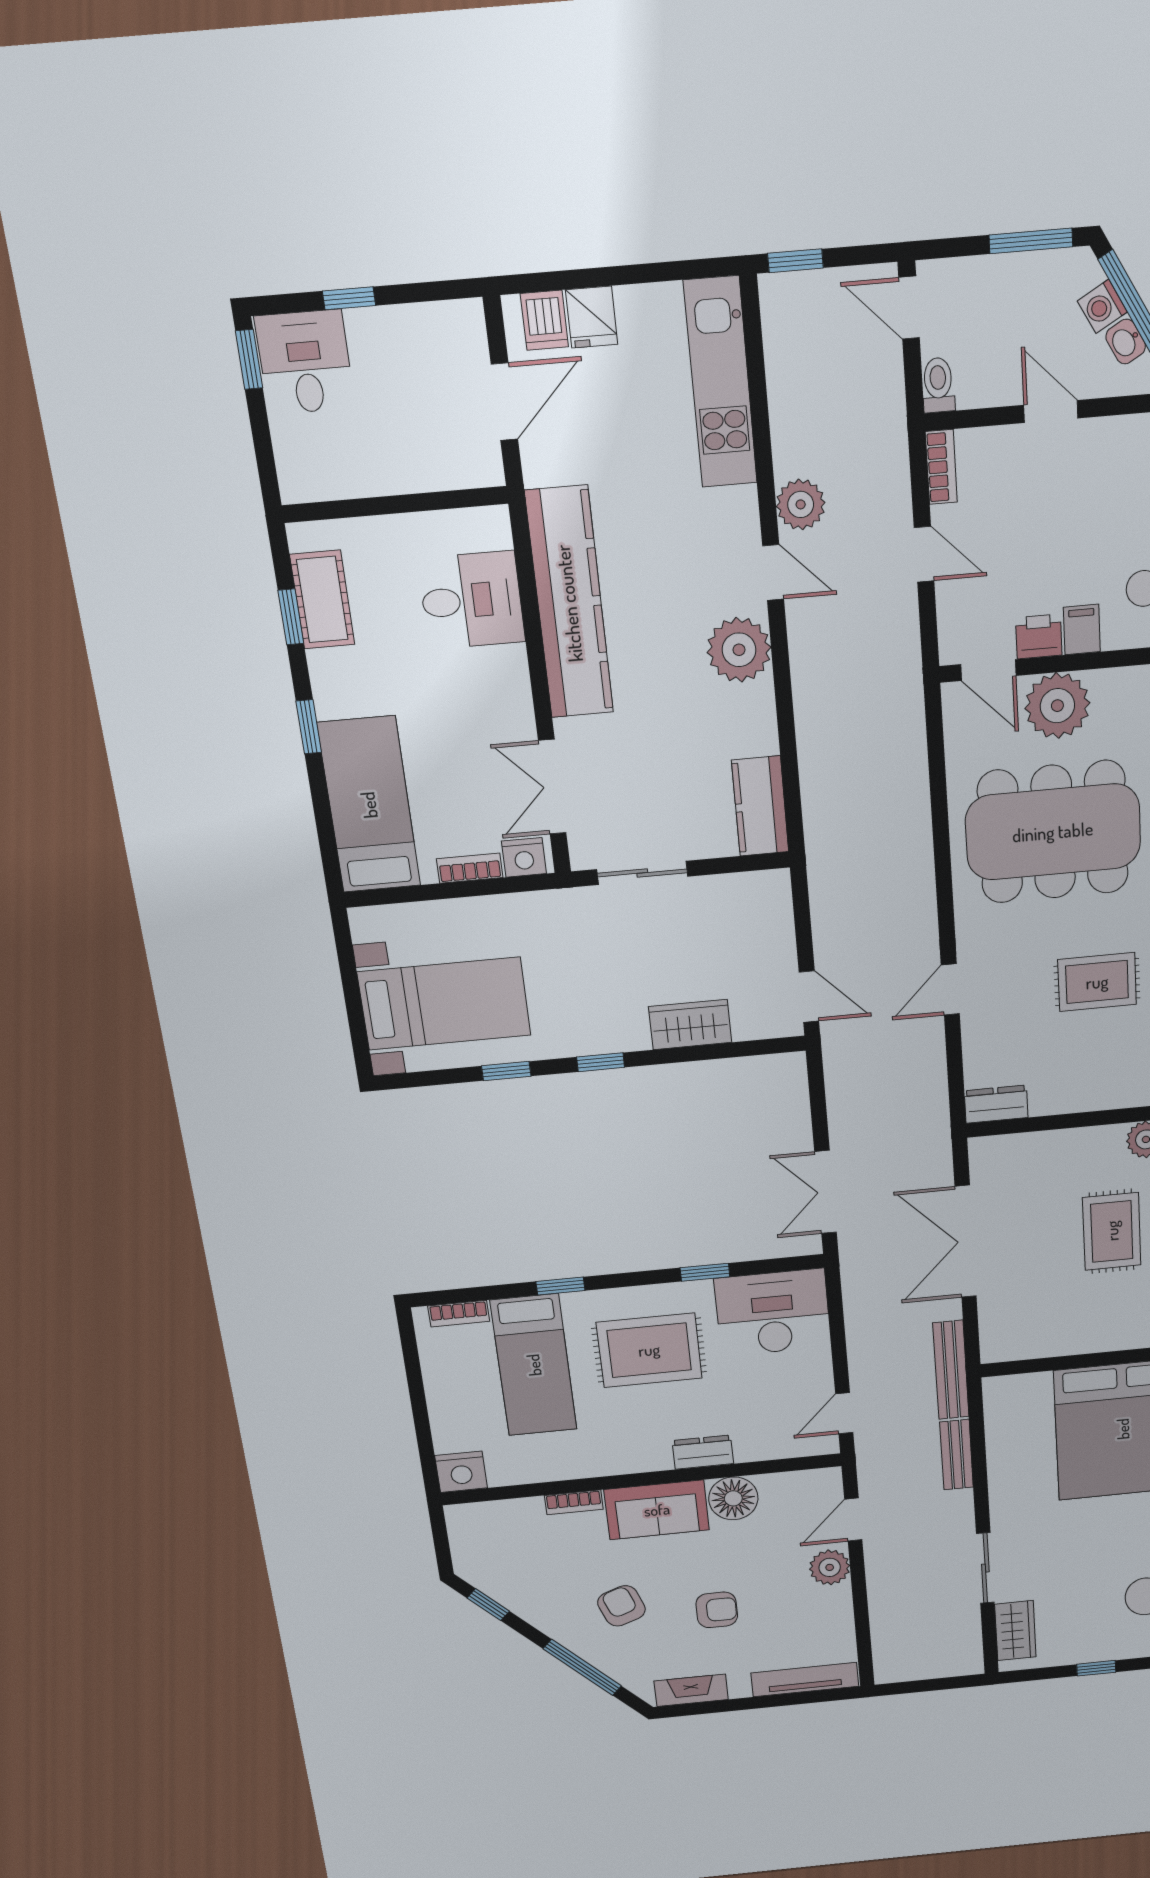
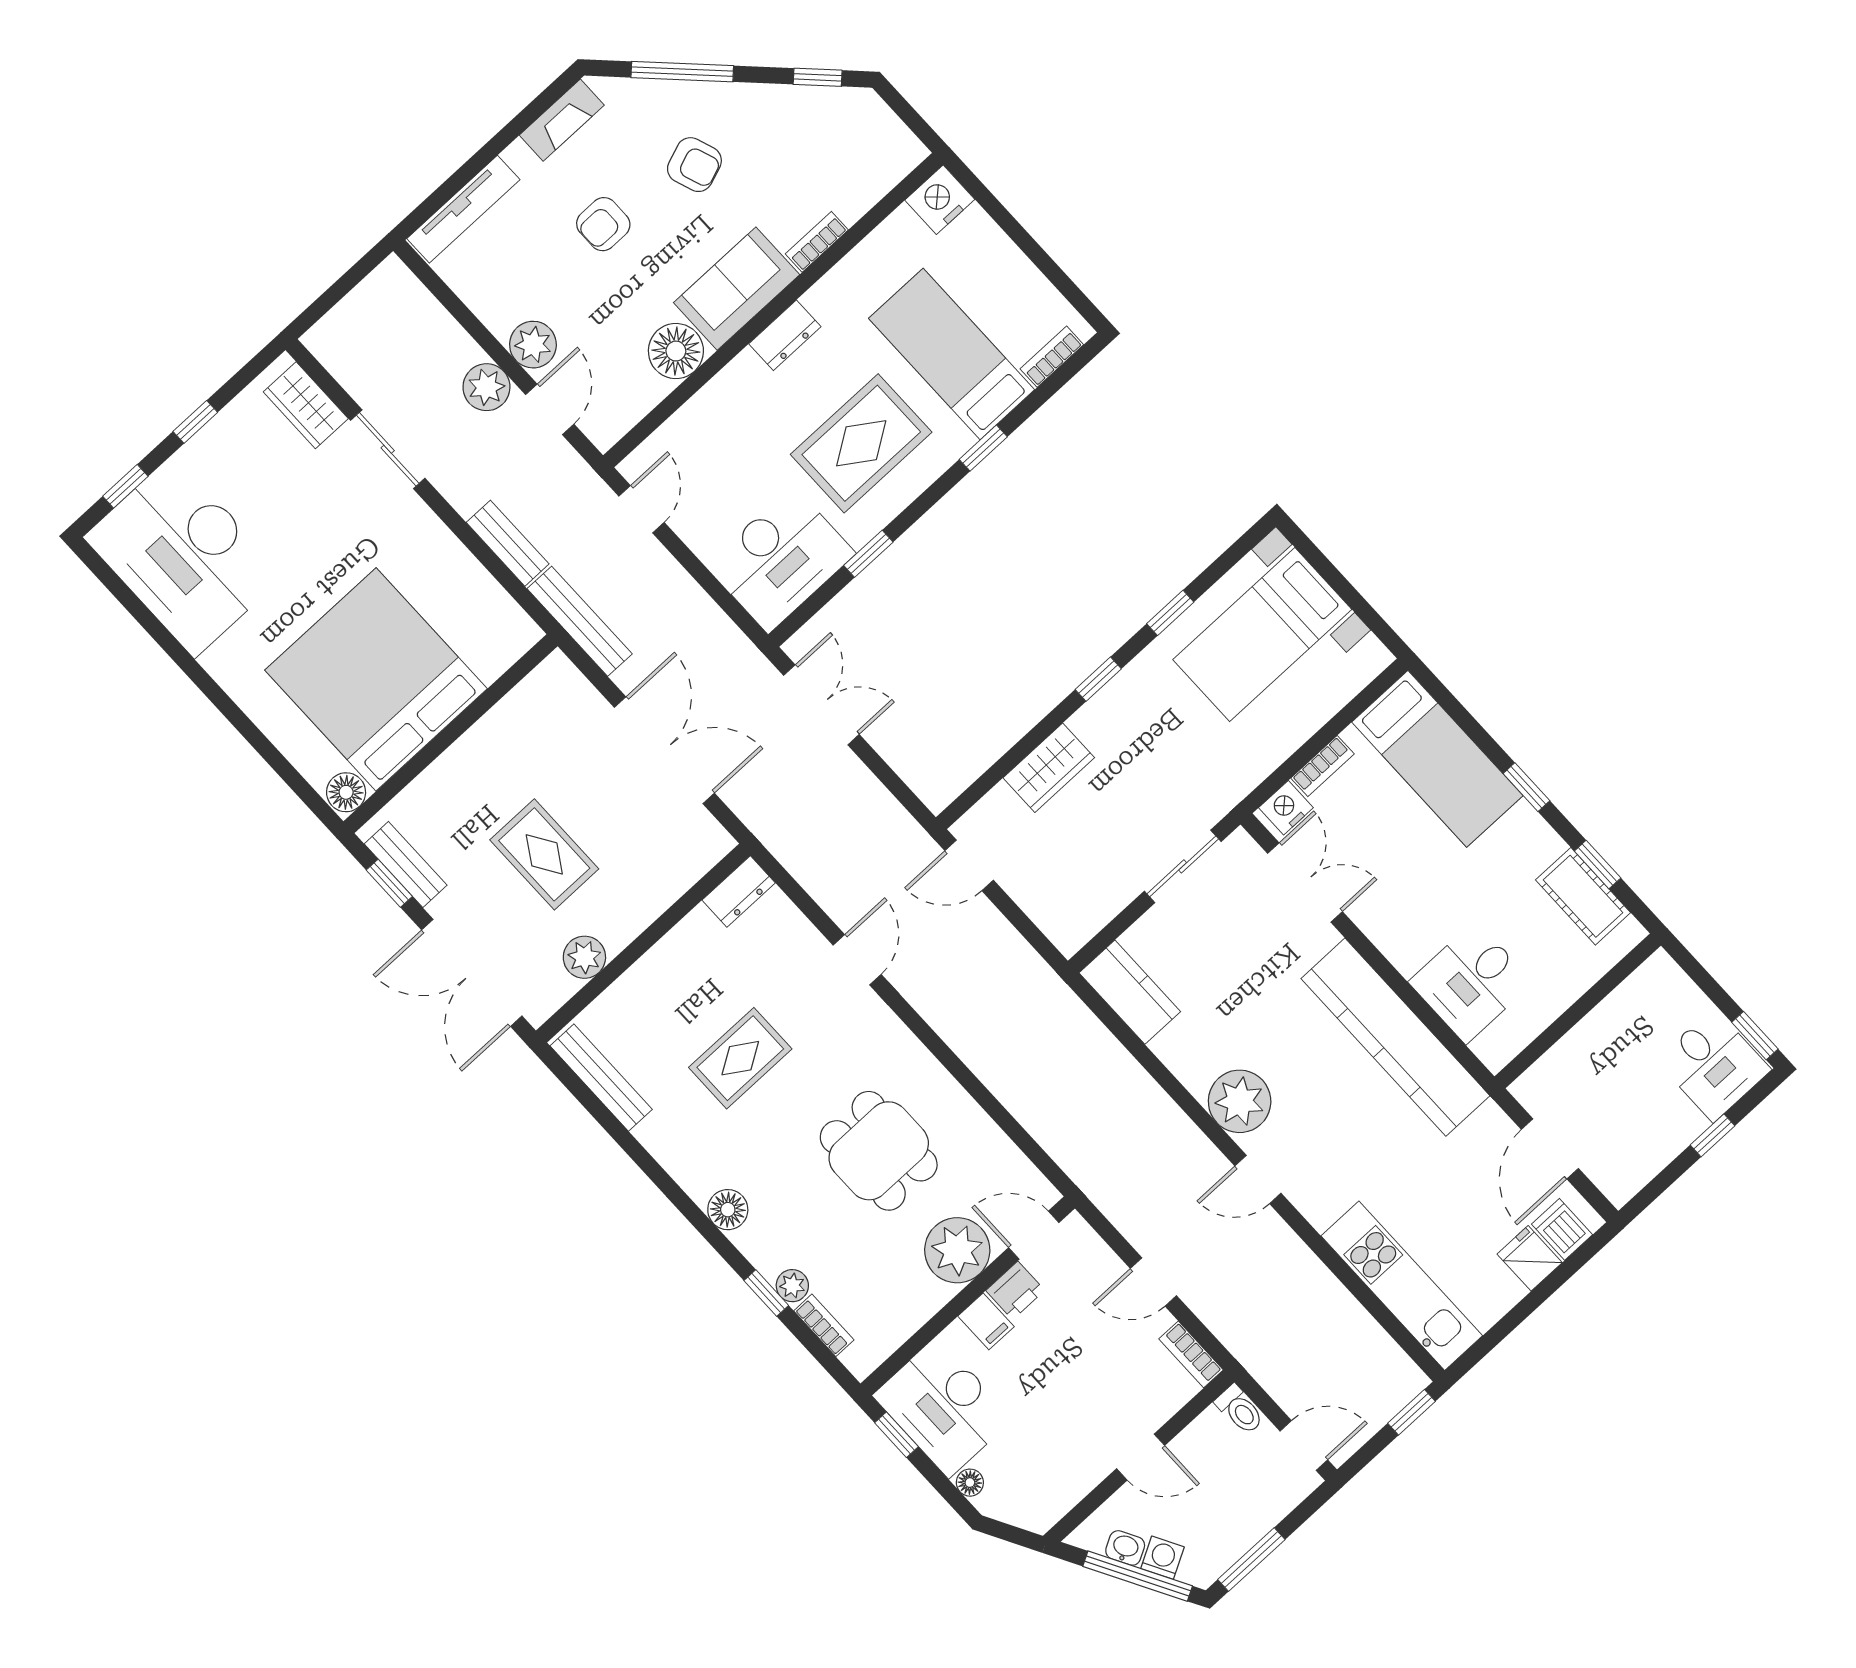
plant: (801, 504) -> (486, 387), moved
dining table: (1053, 832) -> (879, 1151), width x0.53, depth x0.80
dresser: (703, 1452) -> (785, 335), moved

